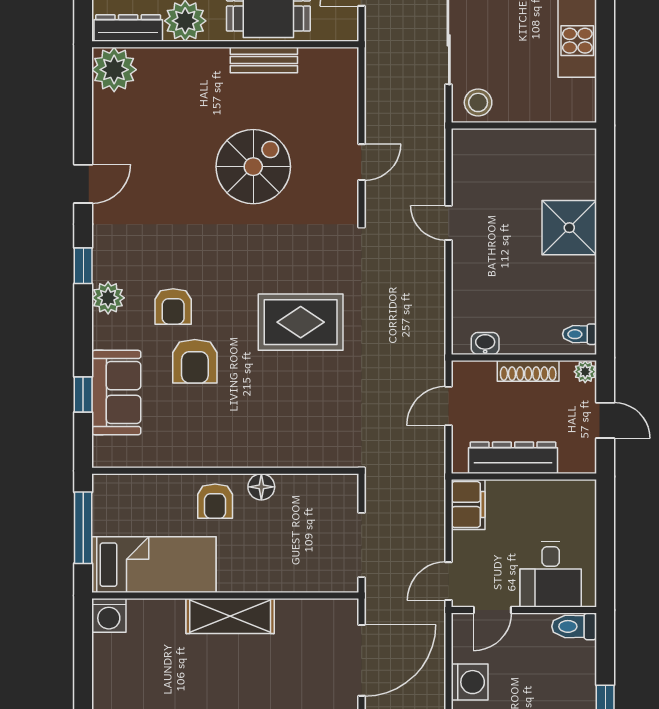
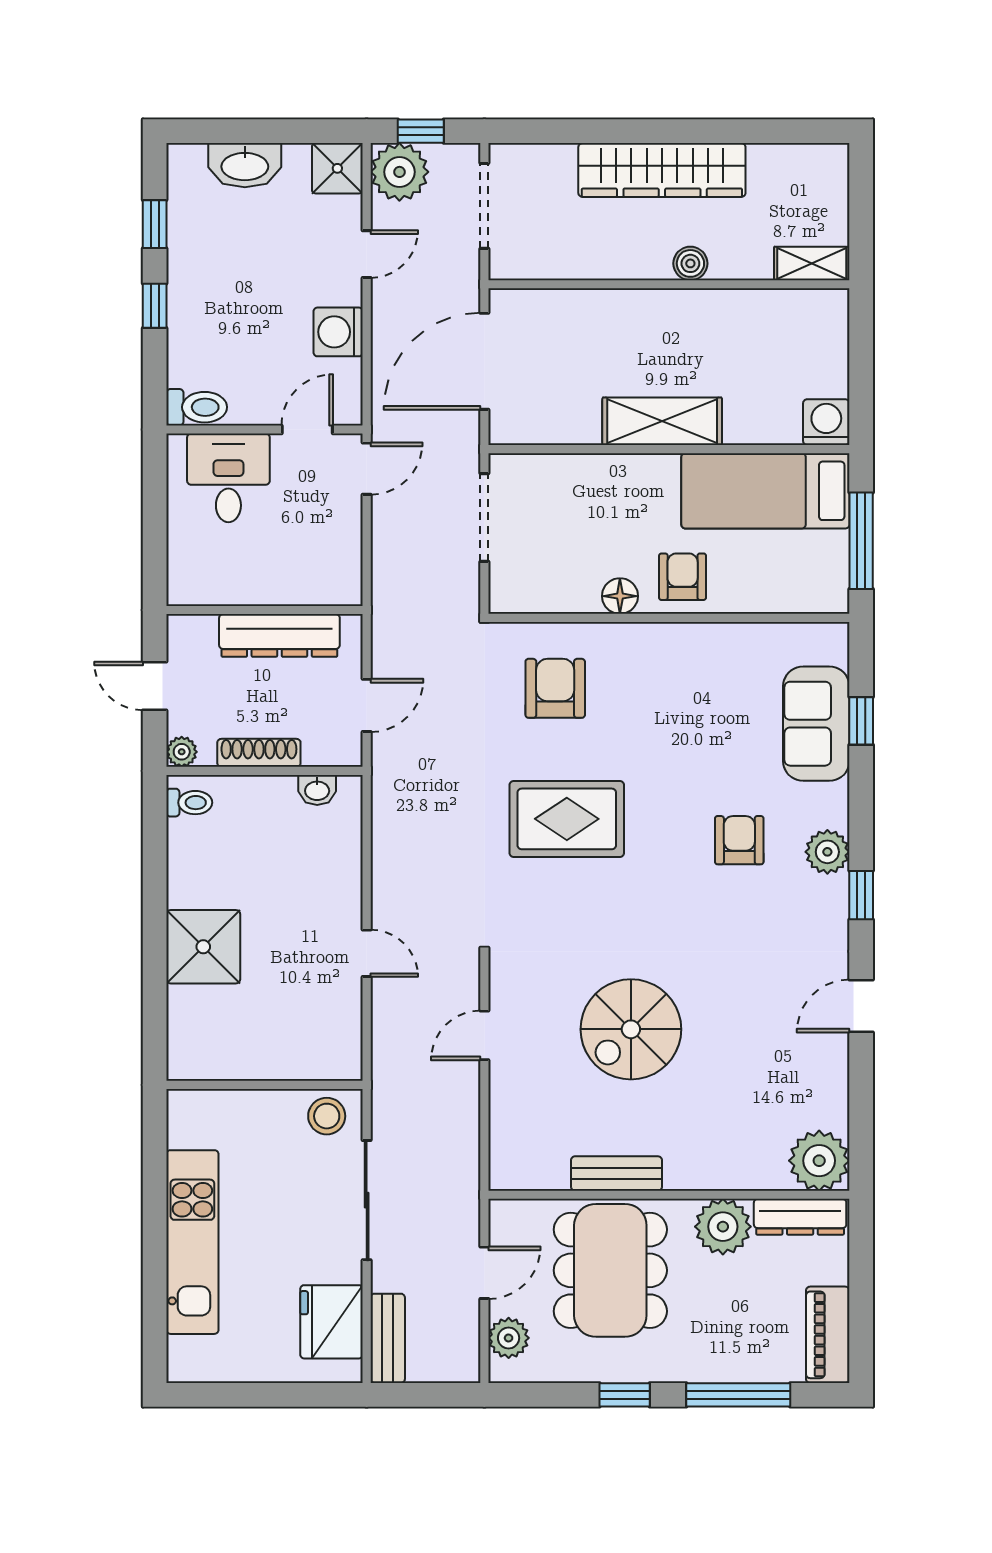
armchair: (195, 361) -> (555, 688), moved
filing cabinet: (468, 504) -> (340, 572), removed

